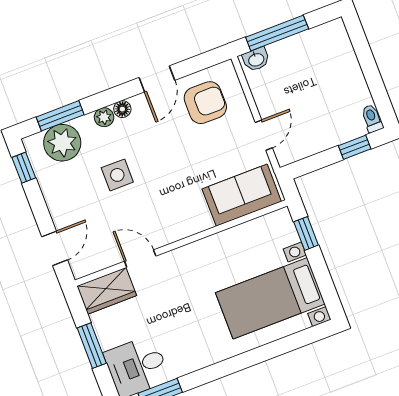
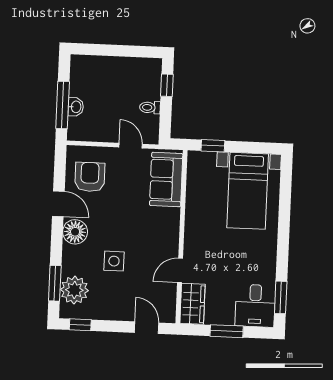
washbasin: (256, 59) -> (76, 107), moved
floor lamp: (122, 109) -> (75, 232), width x1.89, depth x1.89
plant: (104, 117) -> (69, 253), removed
toilet: (372, 118) -> (150, 107), moved

